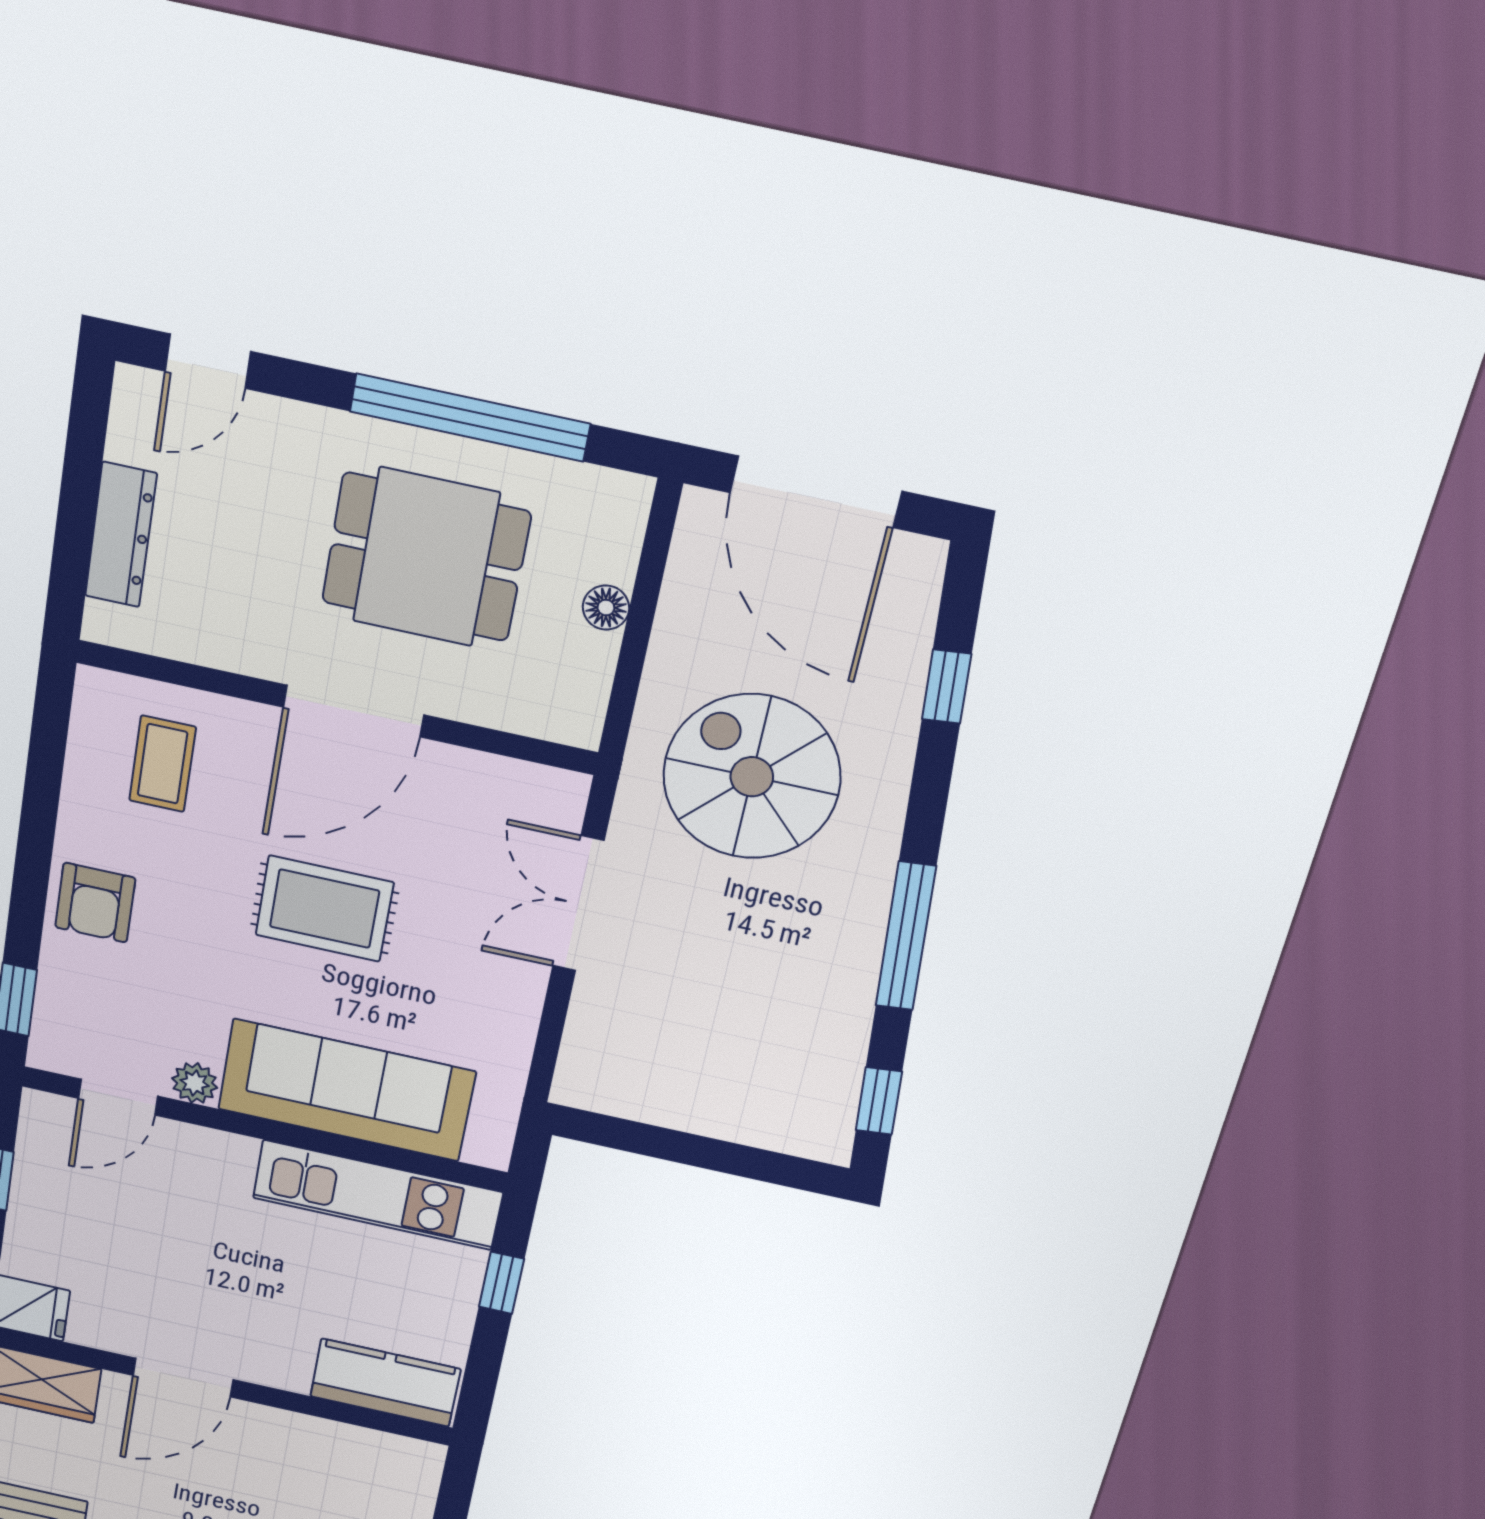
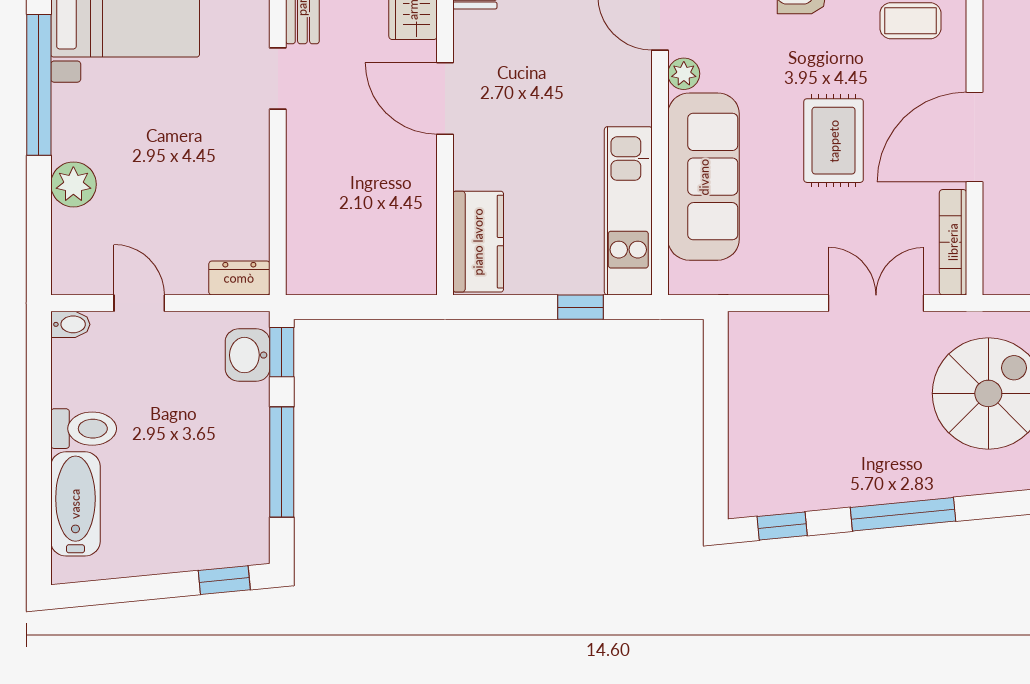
door: (353, 711) -> (974, 137), hinge flipped
bookcase: (509, 777) -> (953, 242), added

